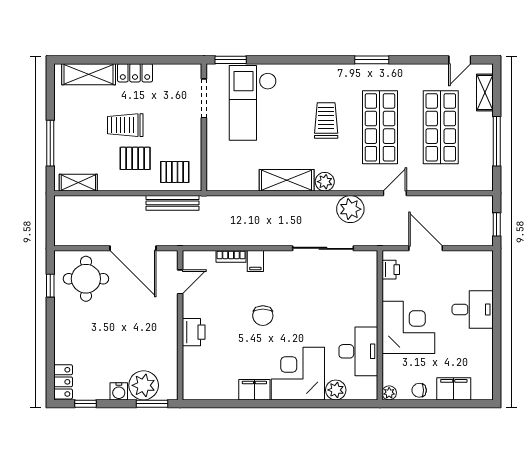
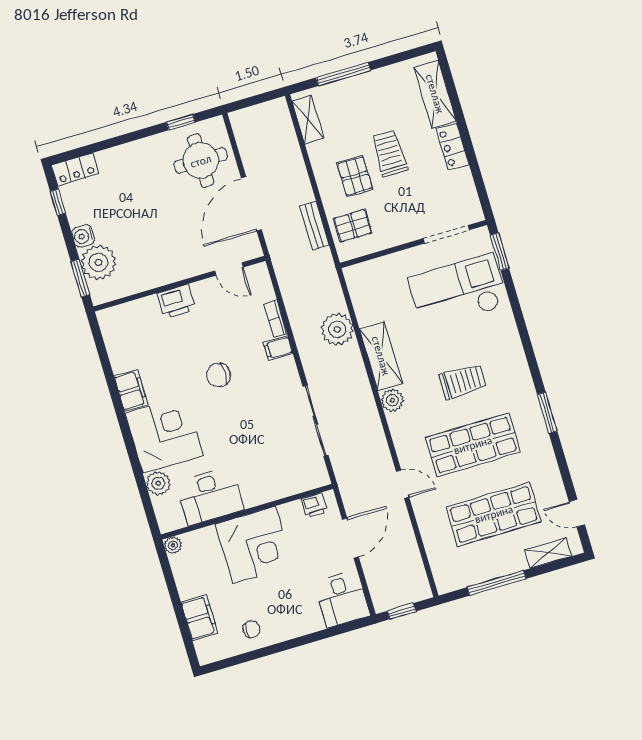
pallet: (175, 172) -> (353, 226), turned 90
bench: (172, 203) -> (314, 226), width x0.73
plant: (350, 209) -> (337, 329), moved
desk: (473, 309) -> (342, 599), moved
chair: (419, 390) -> (251, 629), moved, turned 90

